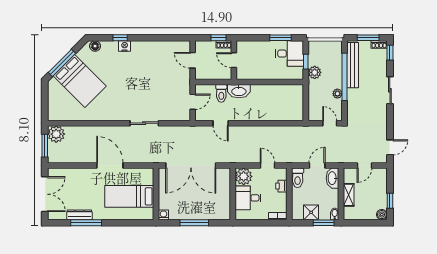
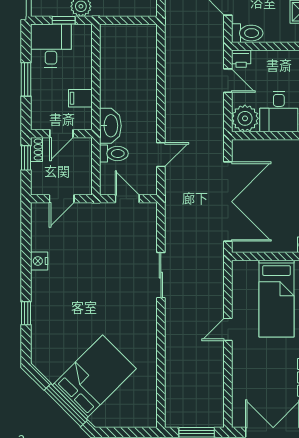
window: (281, 38) -> (26, 79), moved
floor lamp: (95, 46) -> (39, 353), removed
nightstand: (125, 46) -> (39, 261), moved
filing cabinet: (256, 72) -> (80, 98), added
plant: (56, 134) -> (178, 414), removed
door: (110, 166) -> (228, 329), width x0.53
door: (267, 166) -> (228, 81), swing flipped
printer: (281, 186) -> (241, 59), moved

